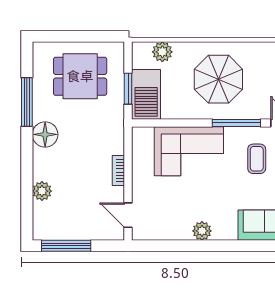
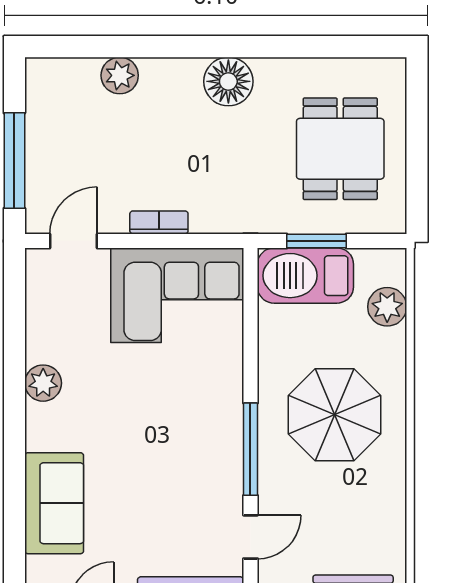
window: (27, 102) -> (291, 47), removed
corner sofa: (189, 151) -> (177, 295), moved, turned -90
coffee table: (257, 159) -> (182, 488), removed
window: (66, 246) -> (14, 161), moved

